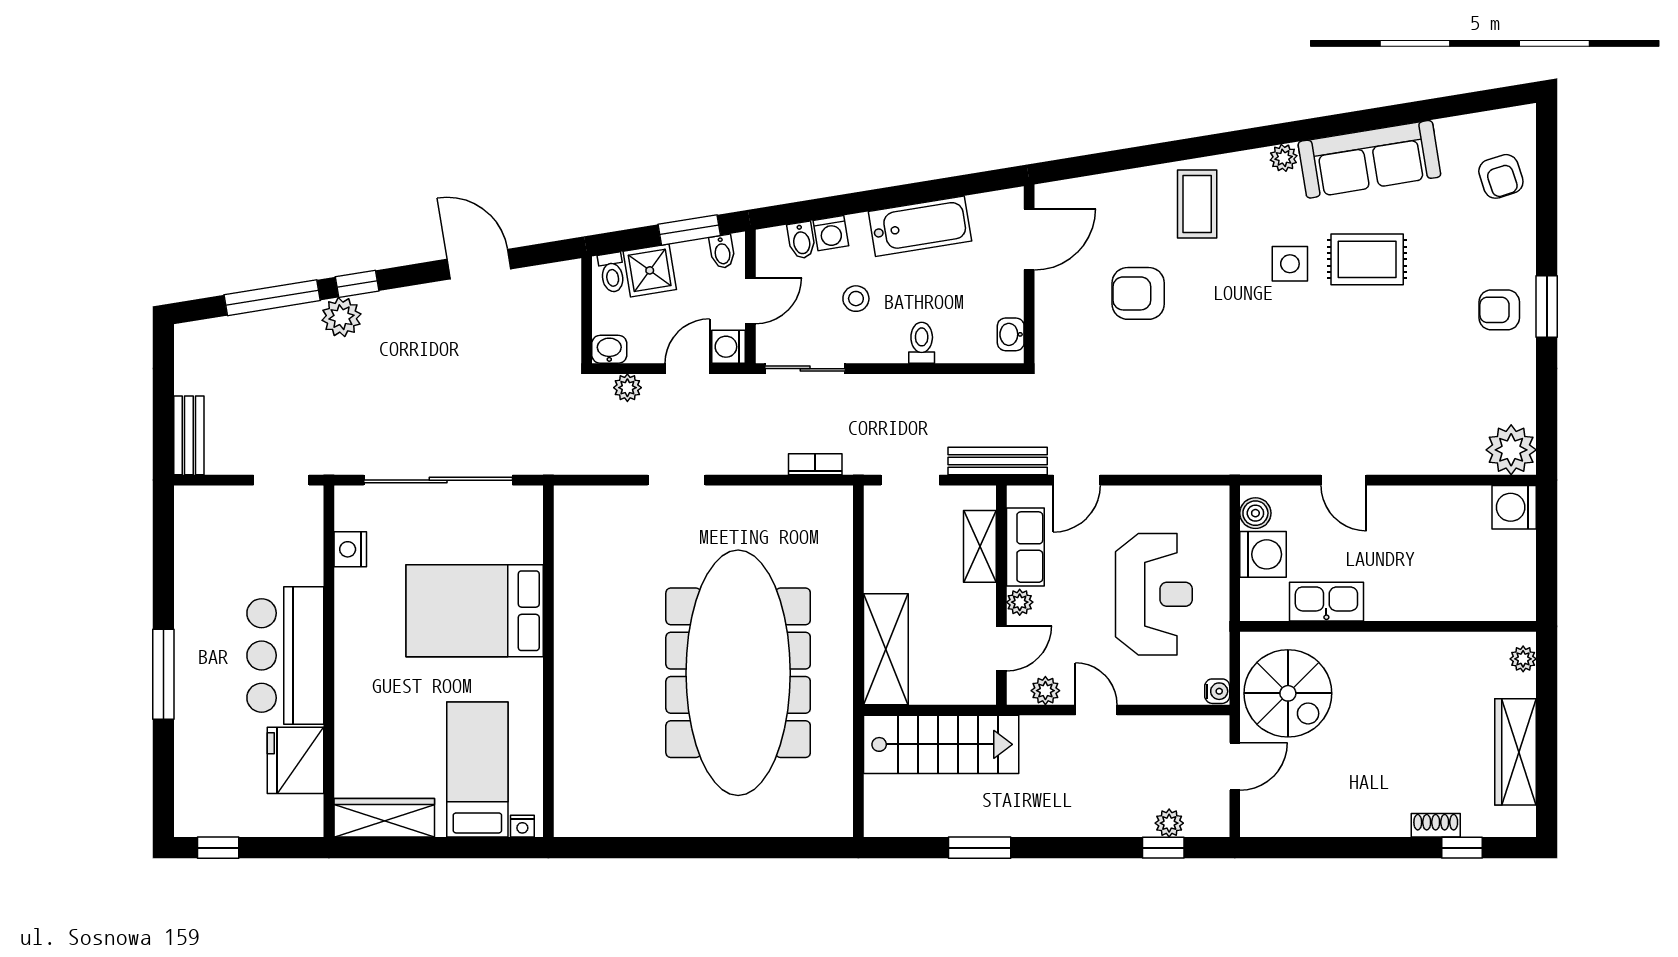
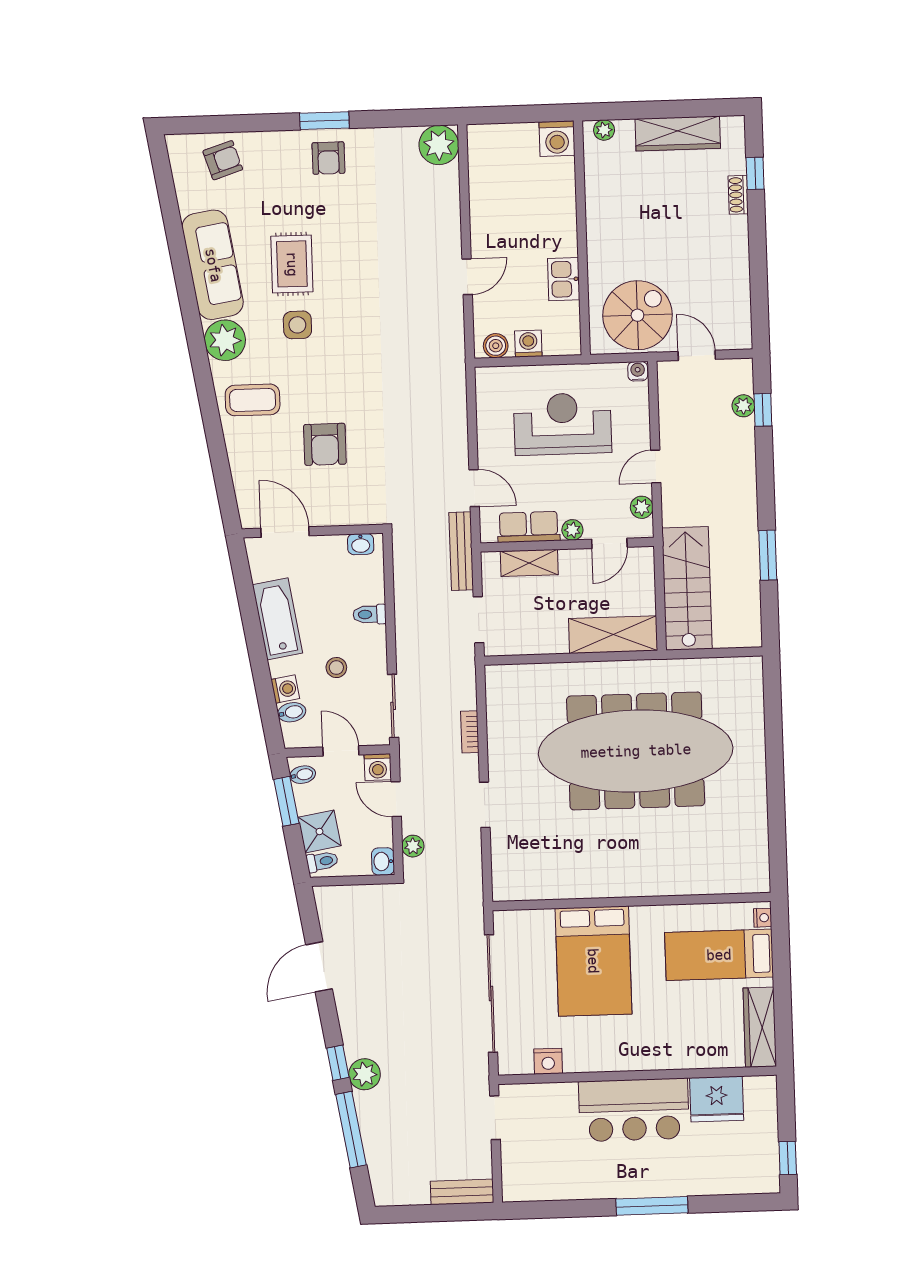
plant: (1284, 158) -> (225, 340), width x1.88, depth x1.88
bookcase: (815, 464) -> (470, 732), moved
washing machine: (1514, 507) -> (557, 139), moved
washing machine: (1263, 554) -> (528, 344), width x0.73, depth x0.73
kitchen sink: (1326, 602) -> (564, 279), width x0.73
door: (1001, 648) -> (609, 543), swing flipped

